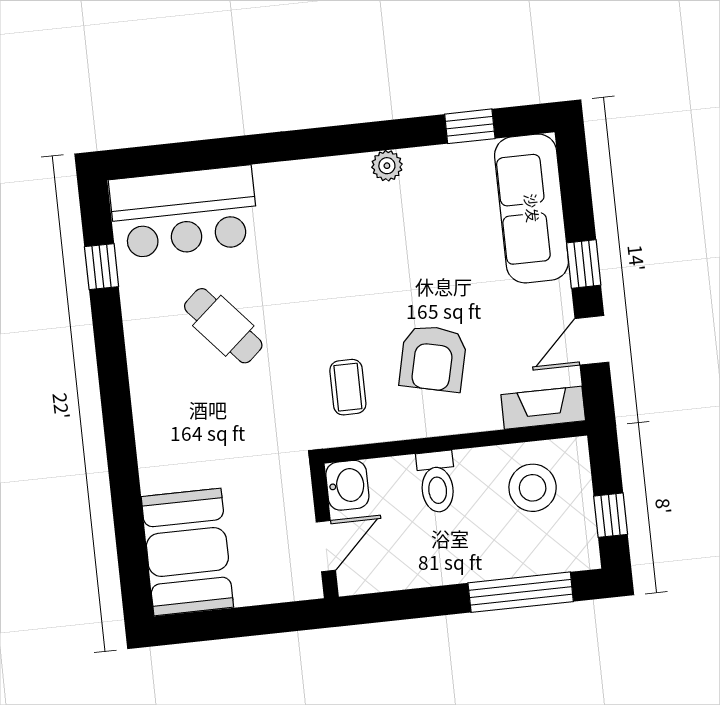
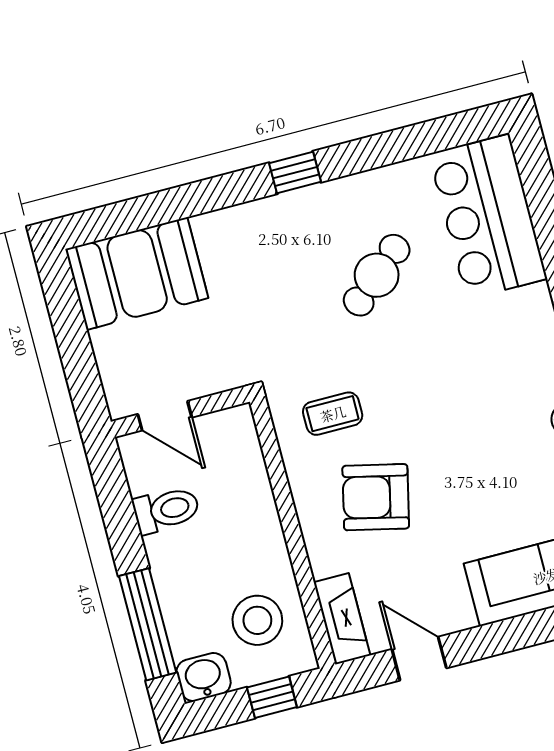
window: (584, 264) -> (497, 638), removed
window: (102, 267) -> (295, 172), moved
toilet: (437, 482) -> (166, 510), moved, turned 180
washbasin: (347, 485) -> (204, 677), moved, turned 180
window: (611, 515) -> (272, 697), moved

